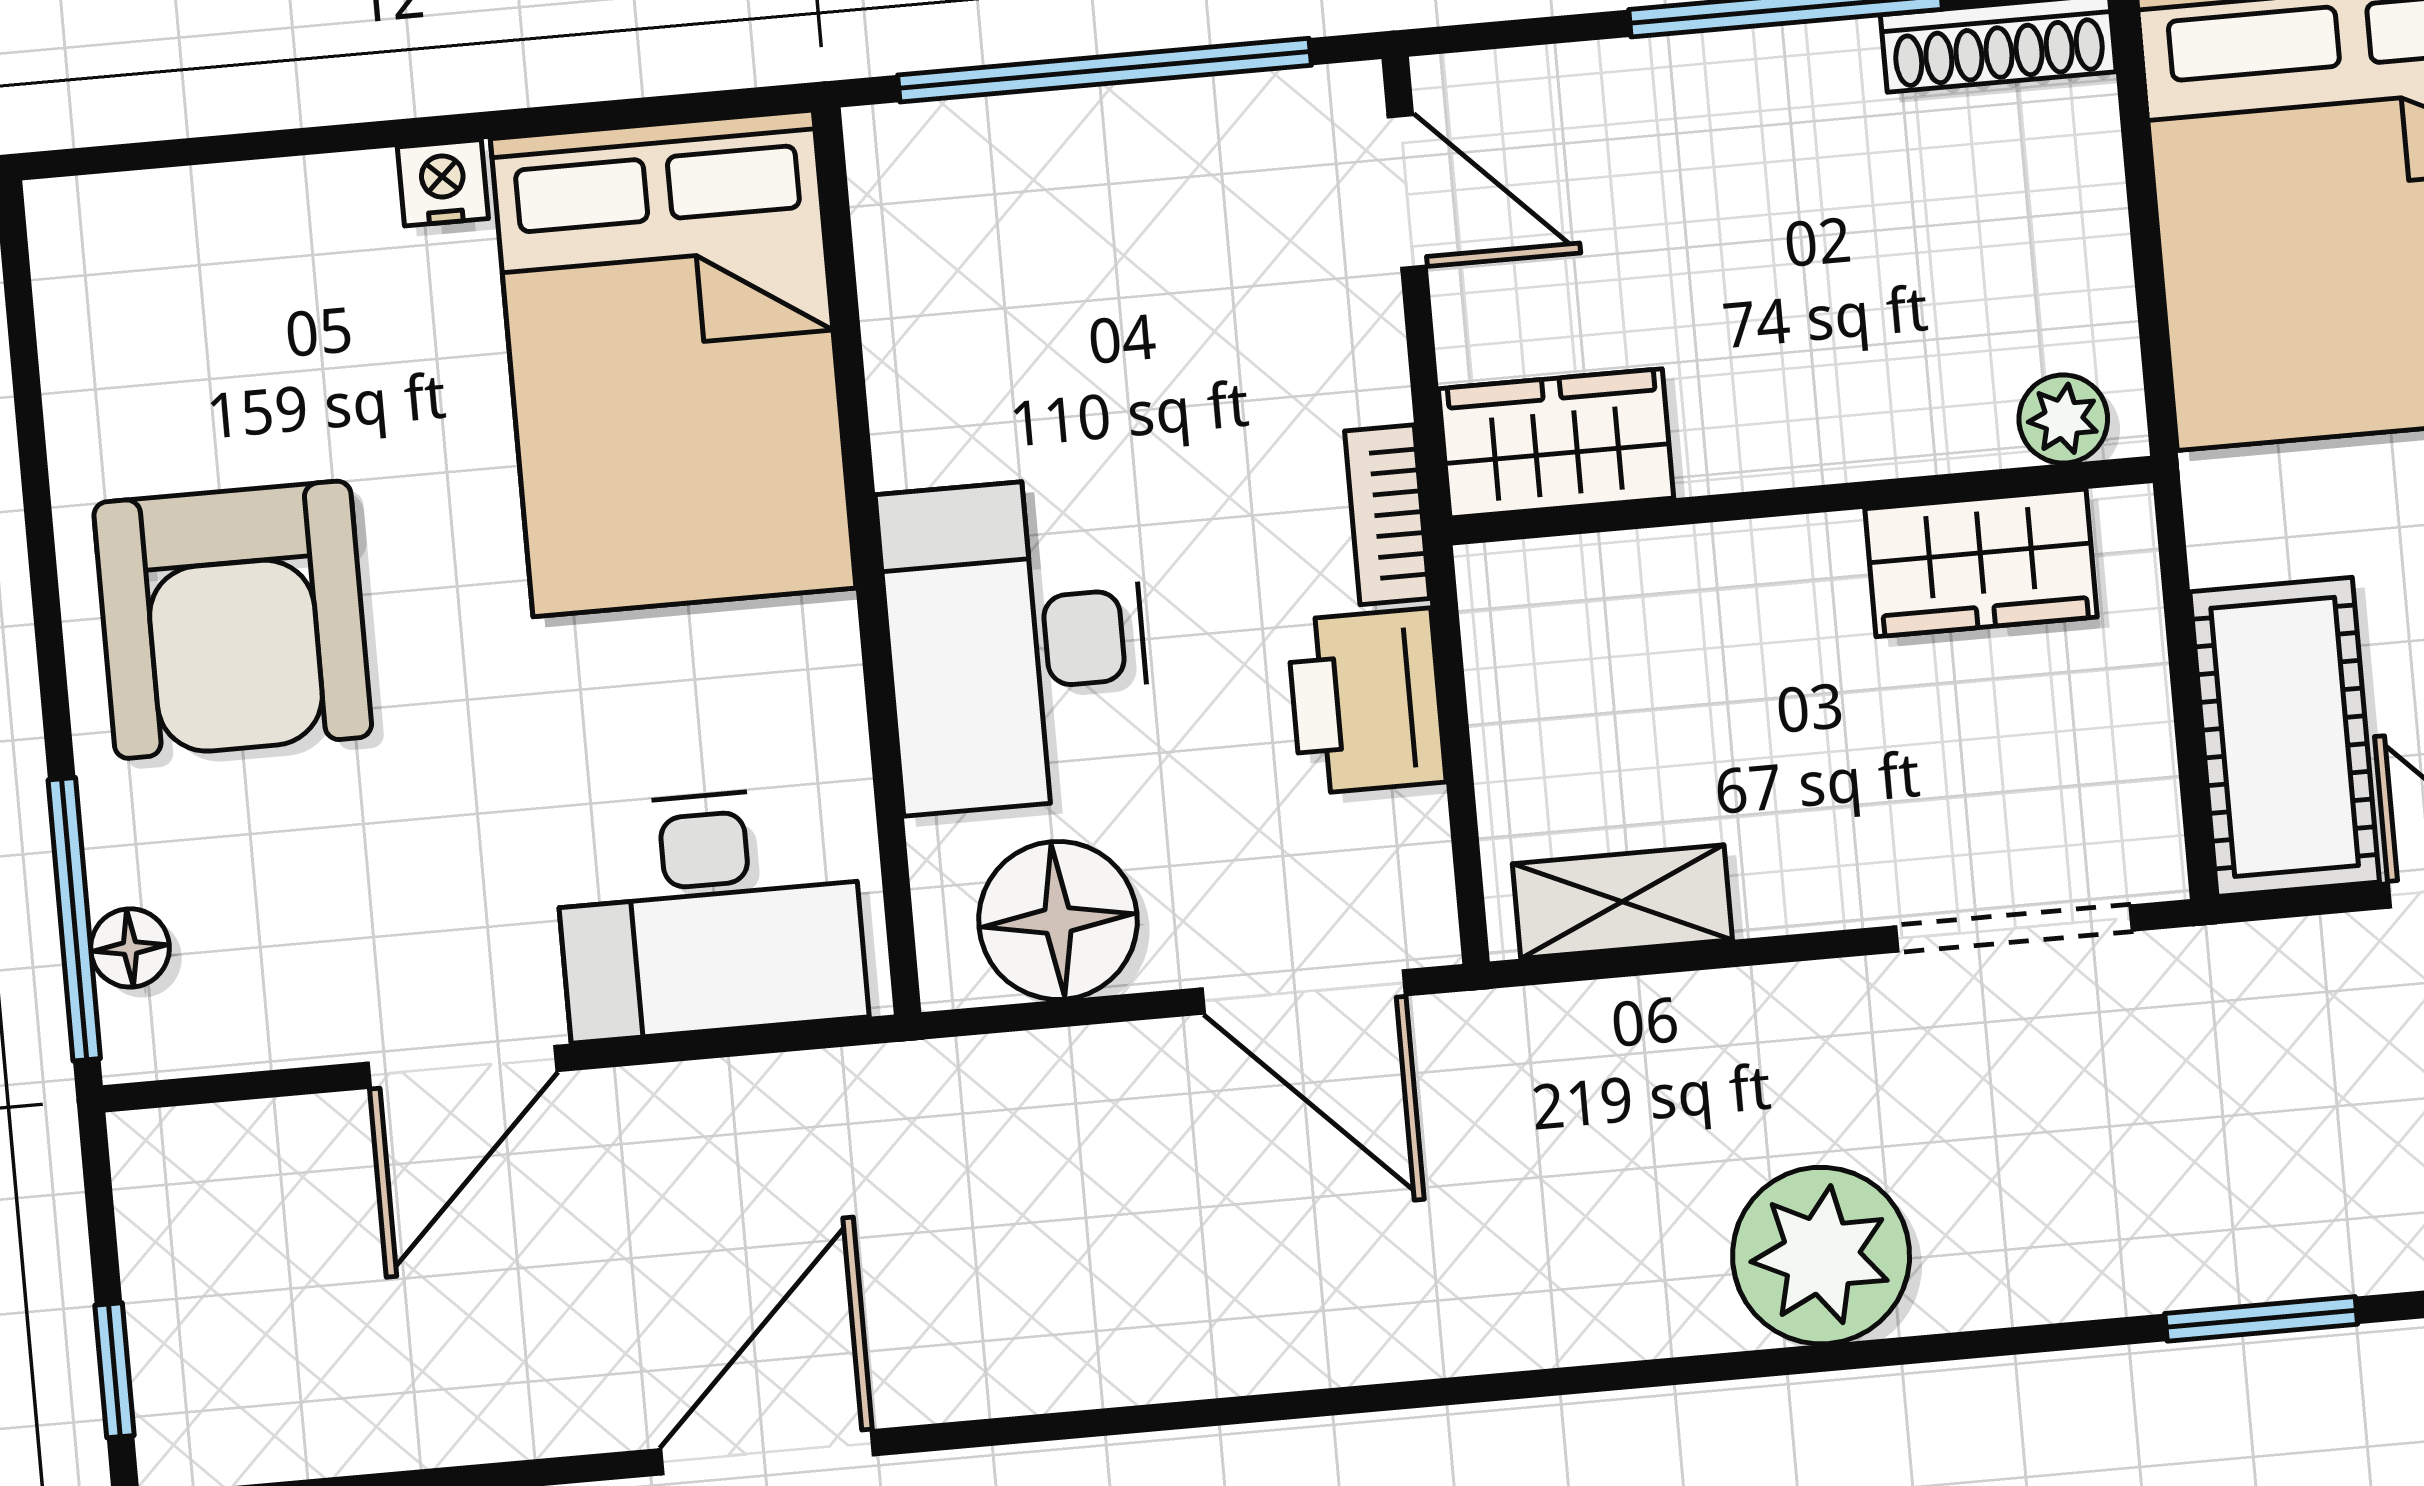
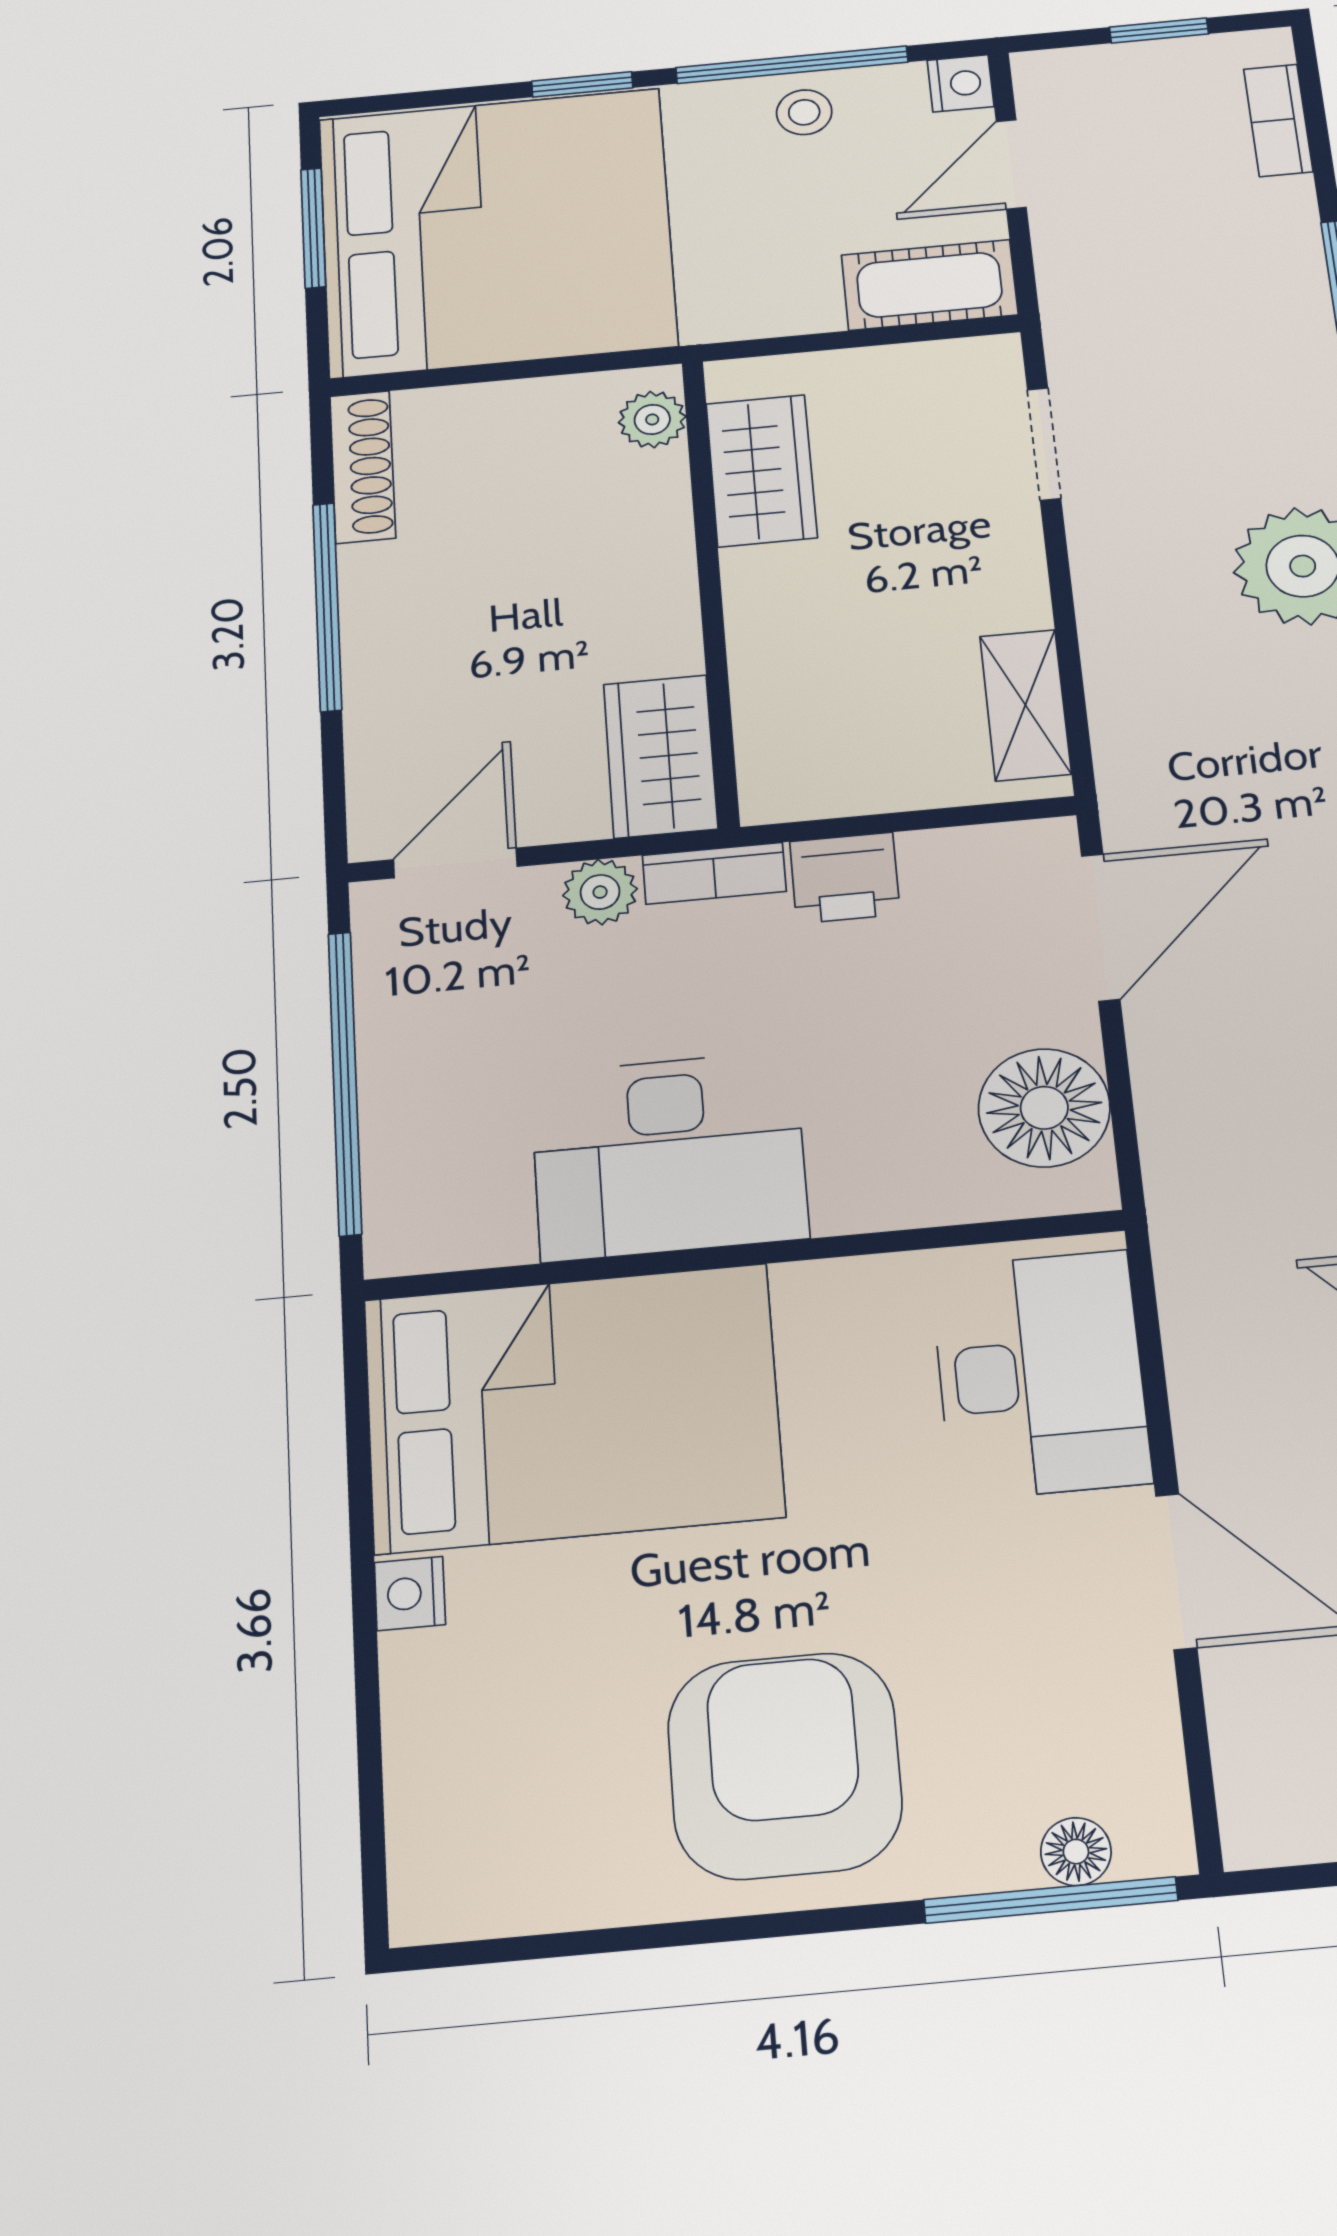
plant: (1363, 374) -> (600, 892), added
armchair: (233, 620) -> (785, 1765), turned -90
desk: (1016, 644) -> (669, 1156), moved
printer: (1366, 701) -> (845, 878), width x0.73, depth x0.81
cot: (2285, 737) -> (929, 285), width x0.73, depth x0.75
doorway: (2014, 928) -> (1044, 444), width x0.73

